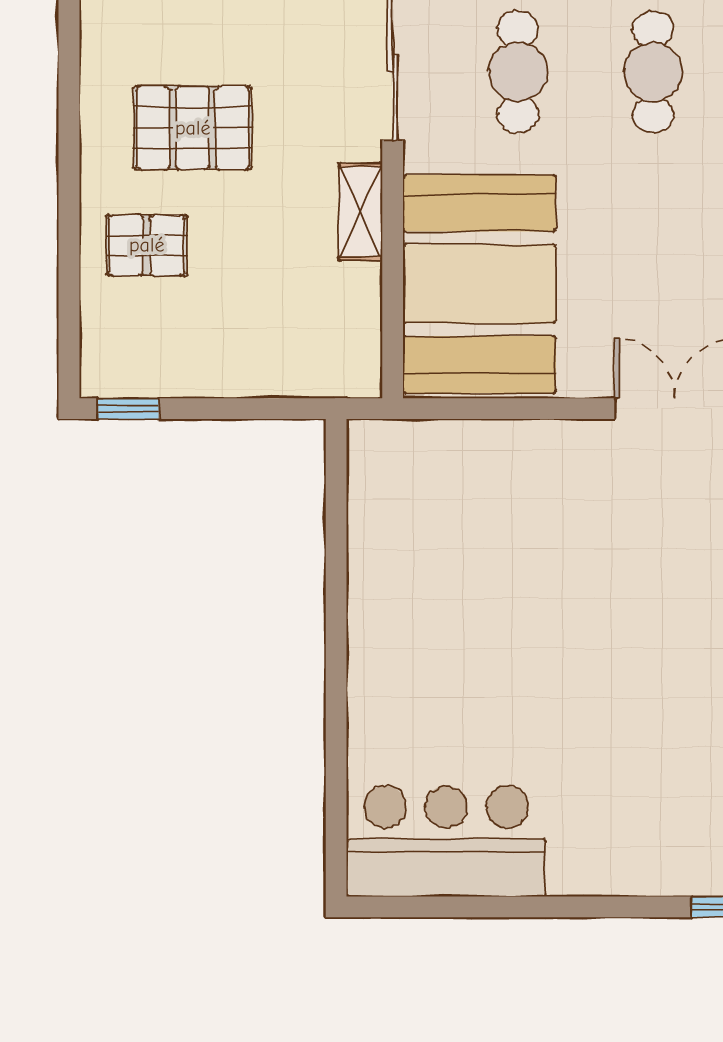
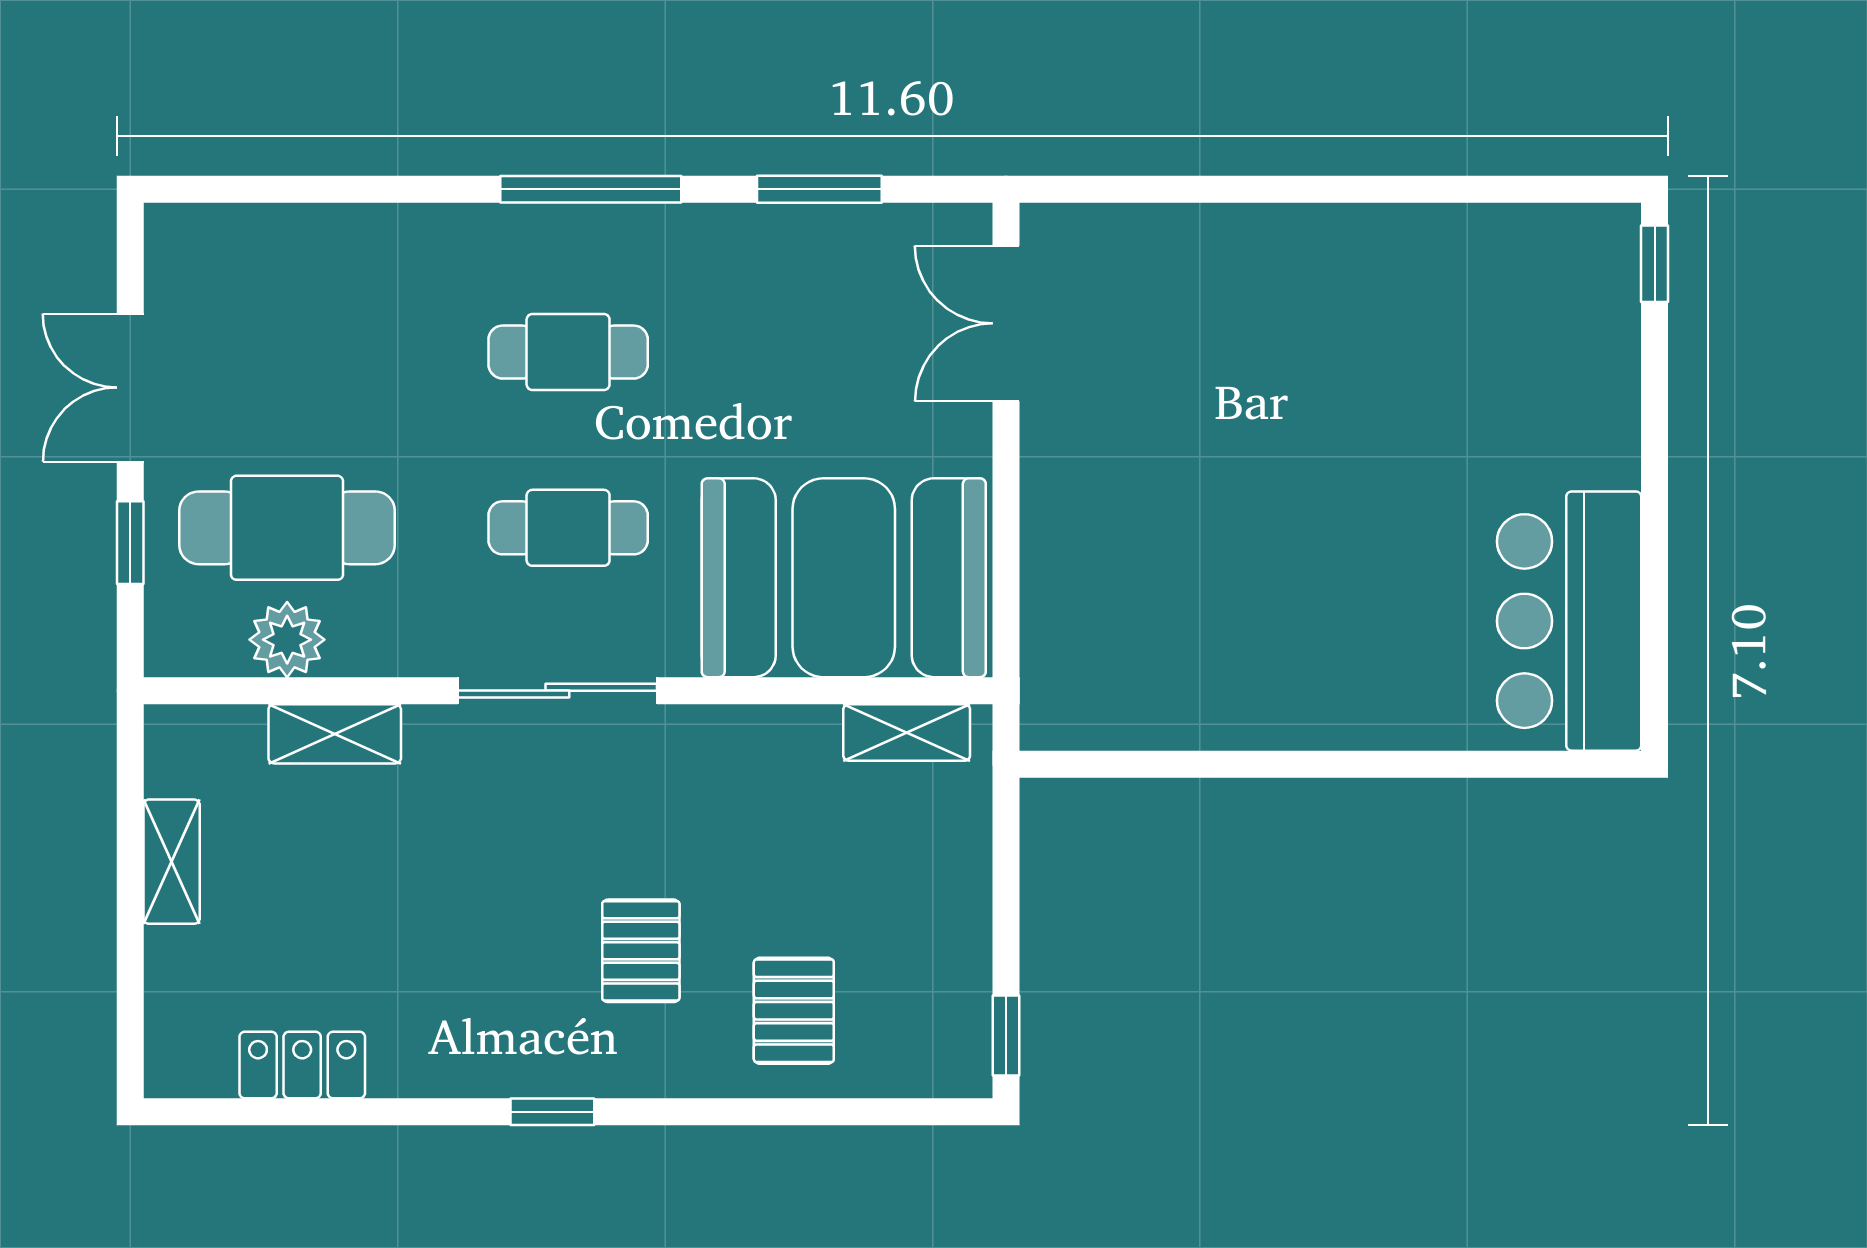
window: (69, 60) -> (552, 1112), added
pallet: (193, 128) -> (641, 951), width x0.67, depth x0.71
shelving: (361, 212) -> (907, 732), moved

